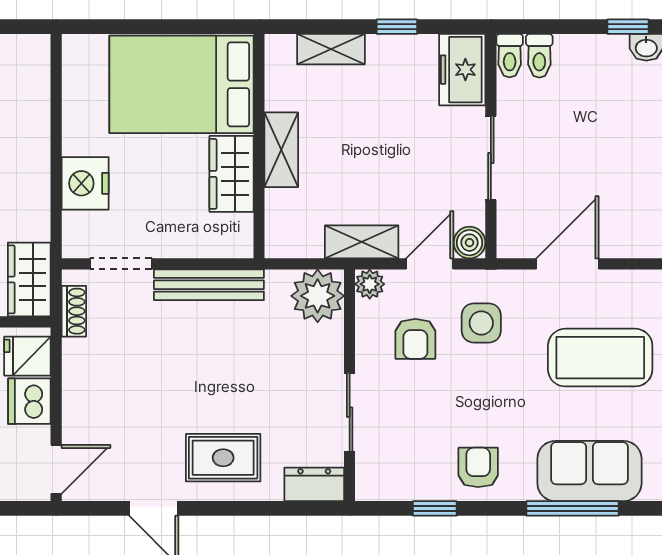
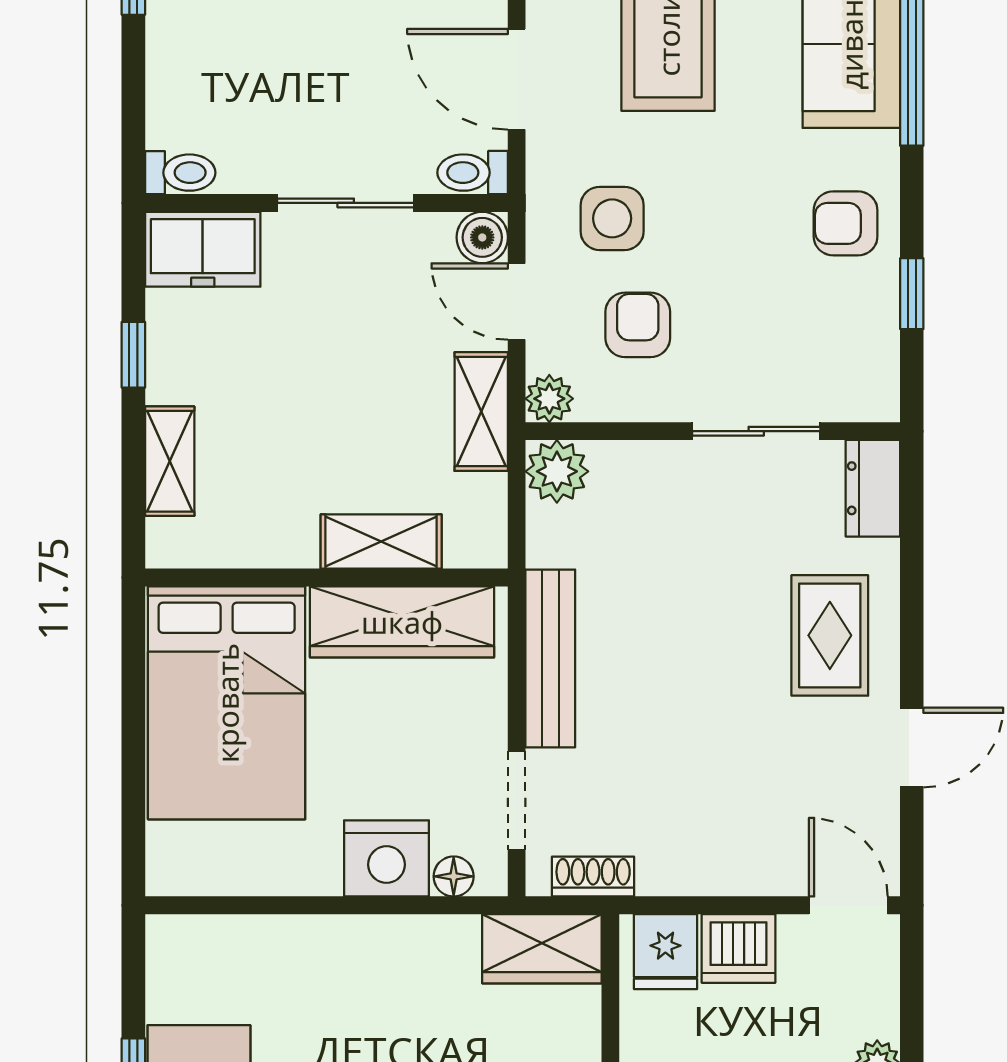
toilet: (539, 56) -> (473, 173), moved, turned 180
shelving: (281, 150) -> (381, 542), moved
wardrobe: (232, 174) -> (402, 622), width x1.50
floor lamp: (74, 225) -> (454, 876), added
plant: (318, 296) -> (557, 471), width x0.73, depth x0.73
armchair: (415, 339) -> (638, 325), turned -90

